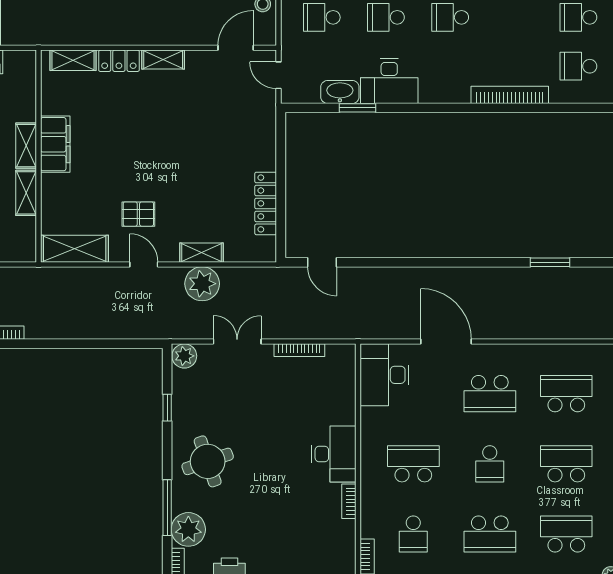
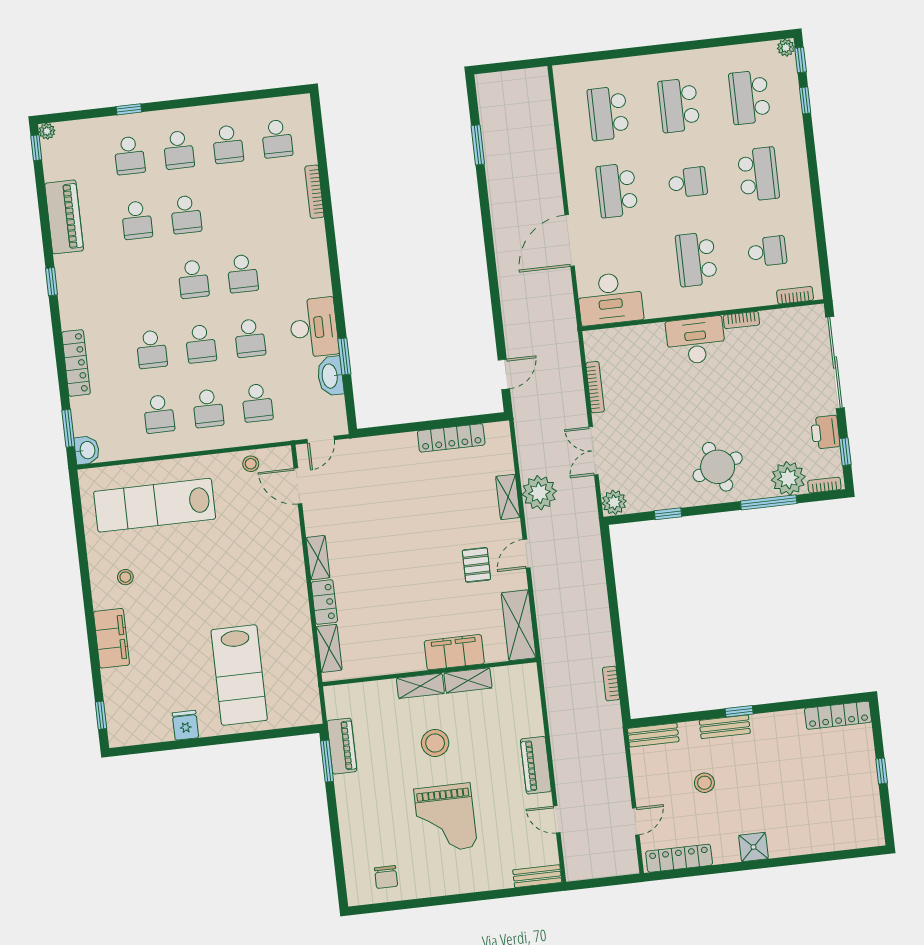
bookcase: (510, 95) -> (314, 192), width x0.68, depth x0.76
filing cabinet: (55, 144) -> (454, 652), moved
school desk: (490, 394) -> (617, 190), turned 180

